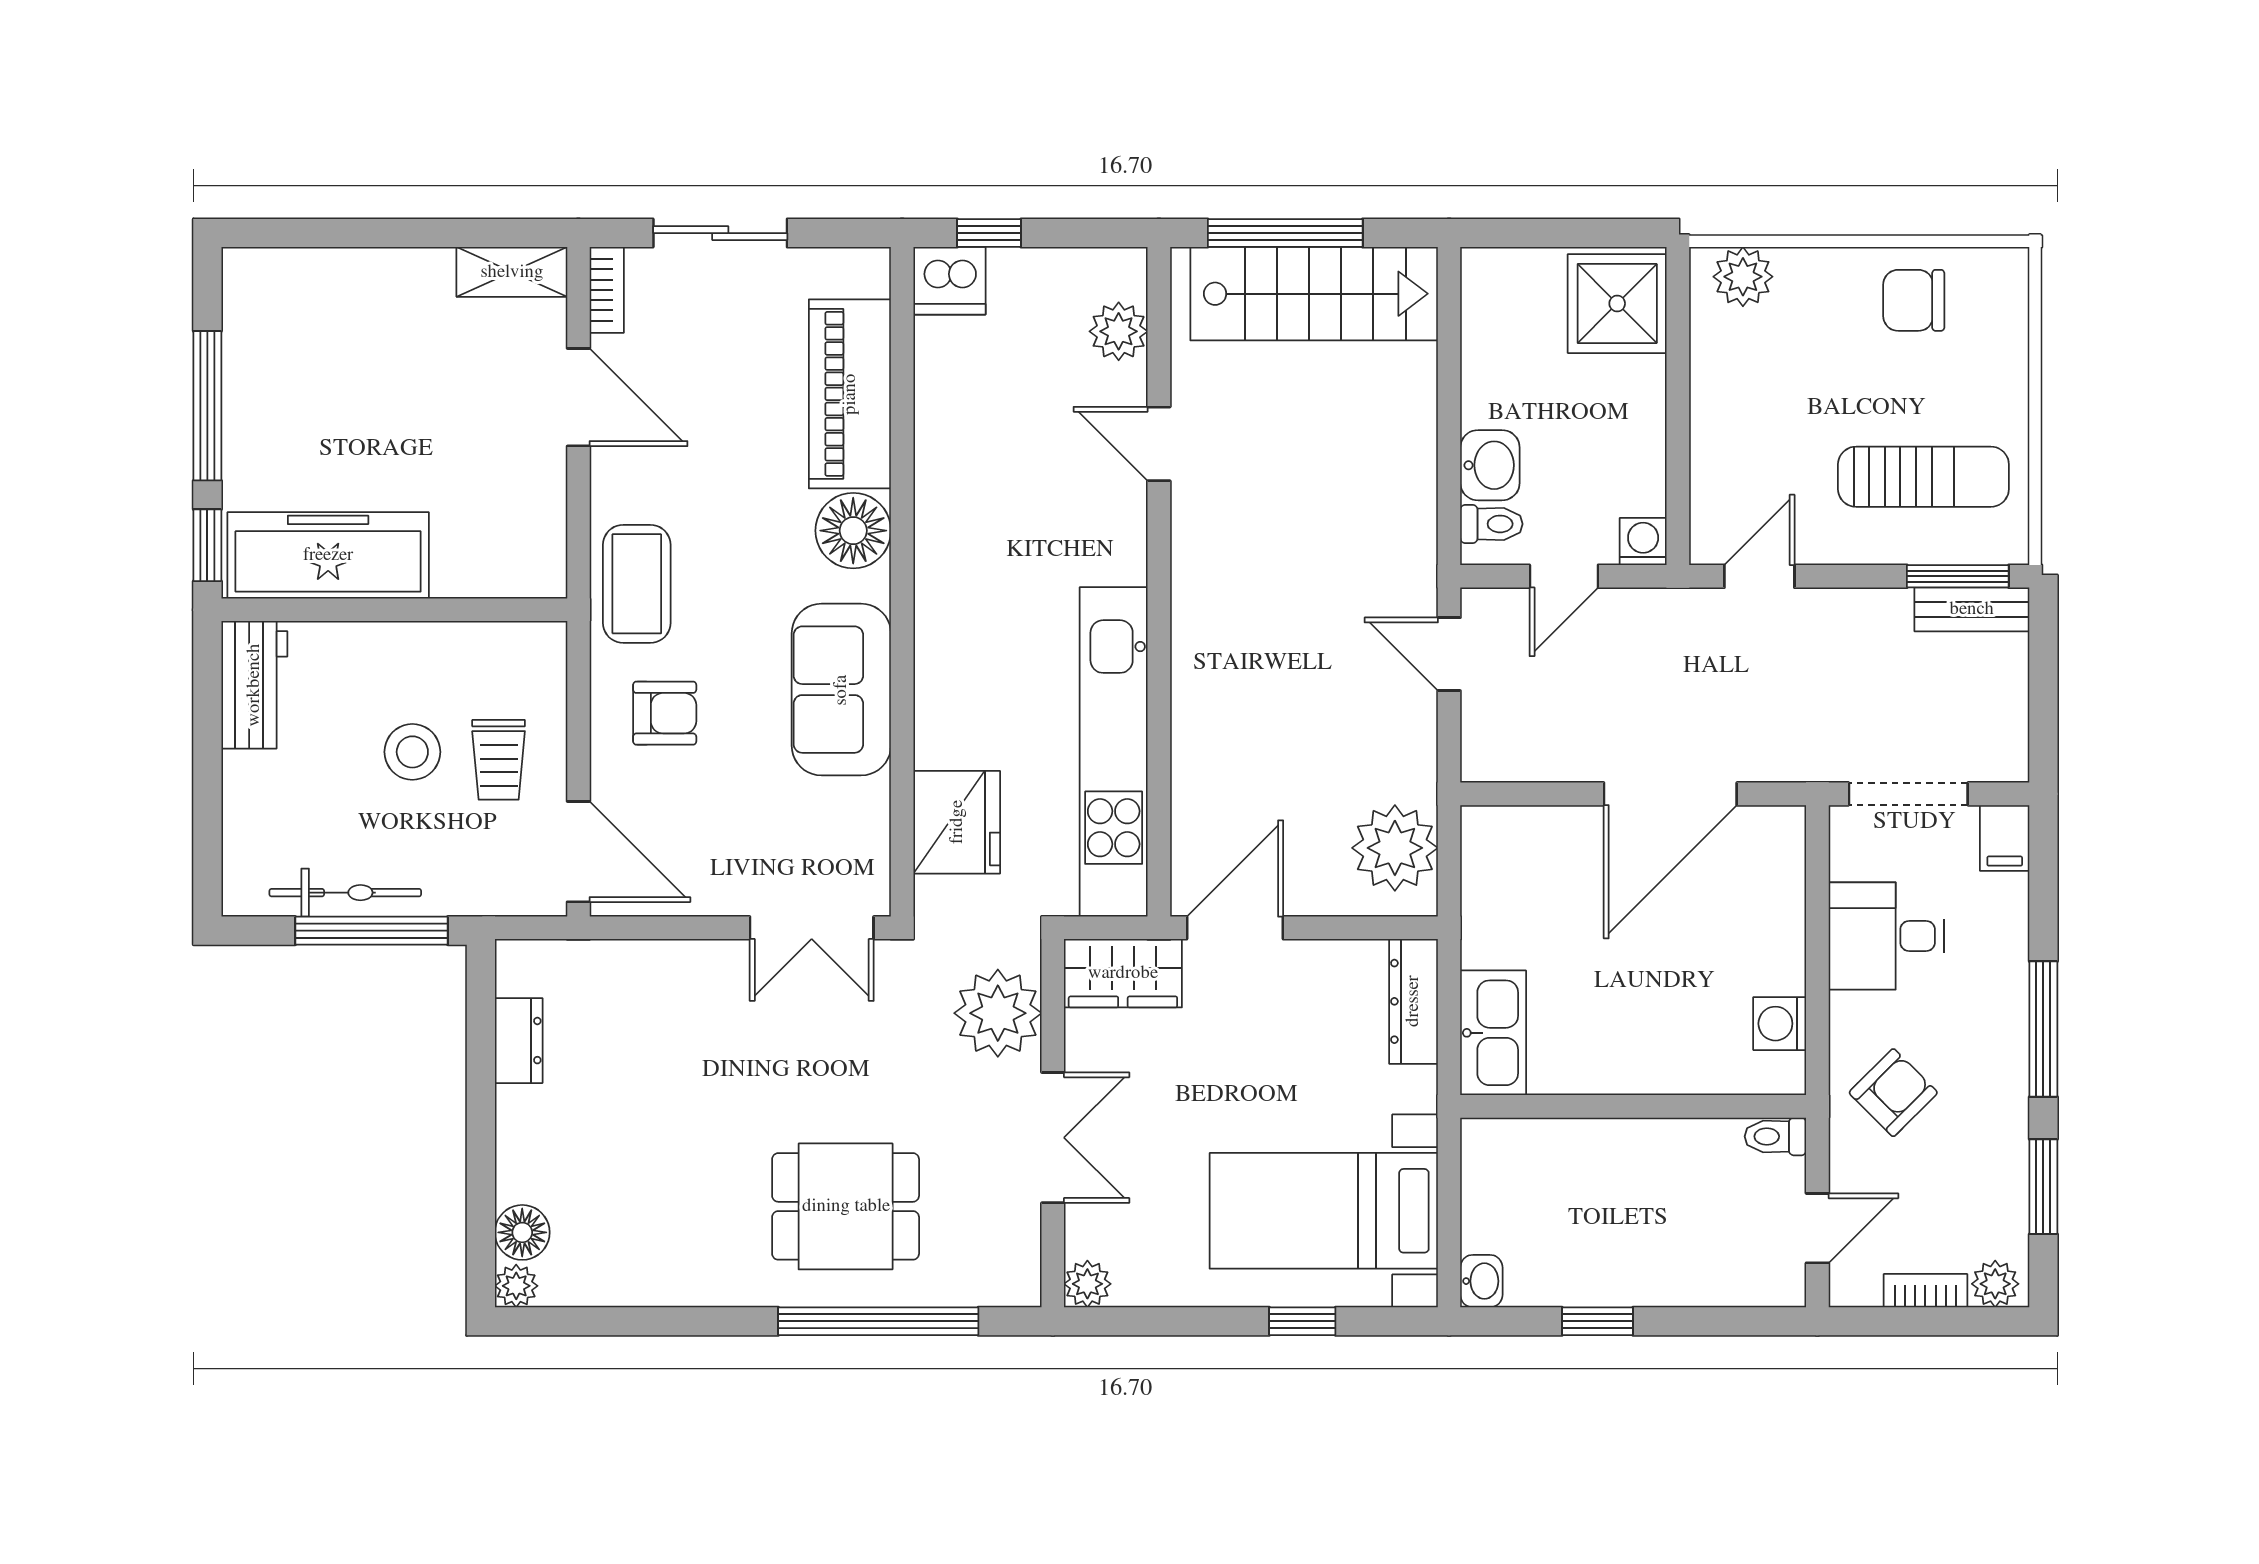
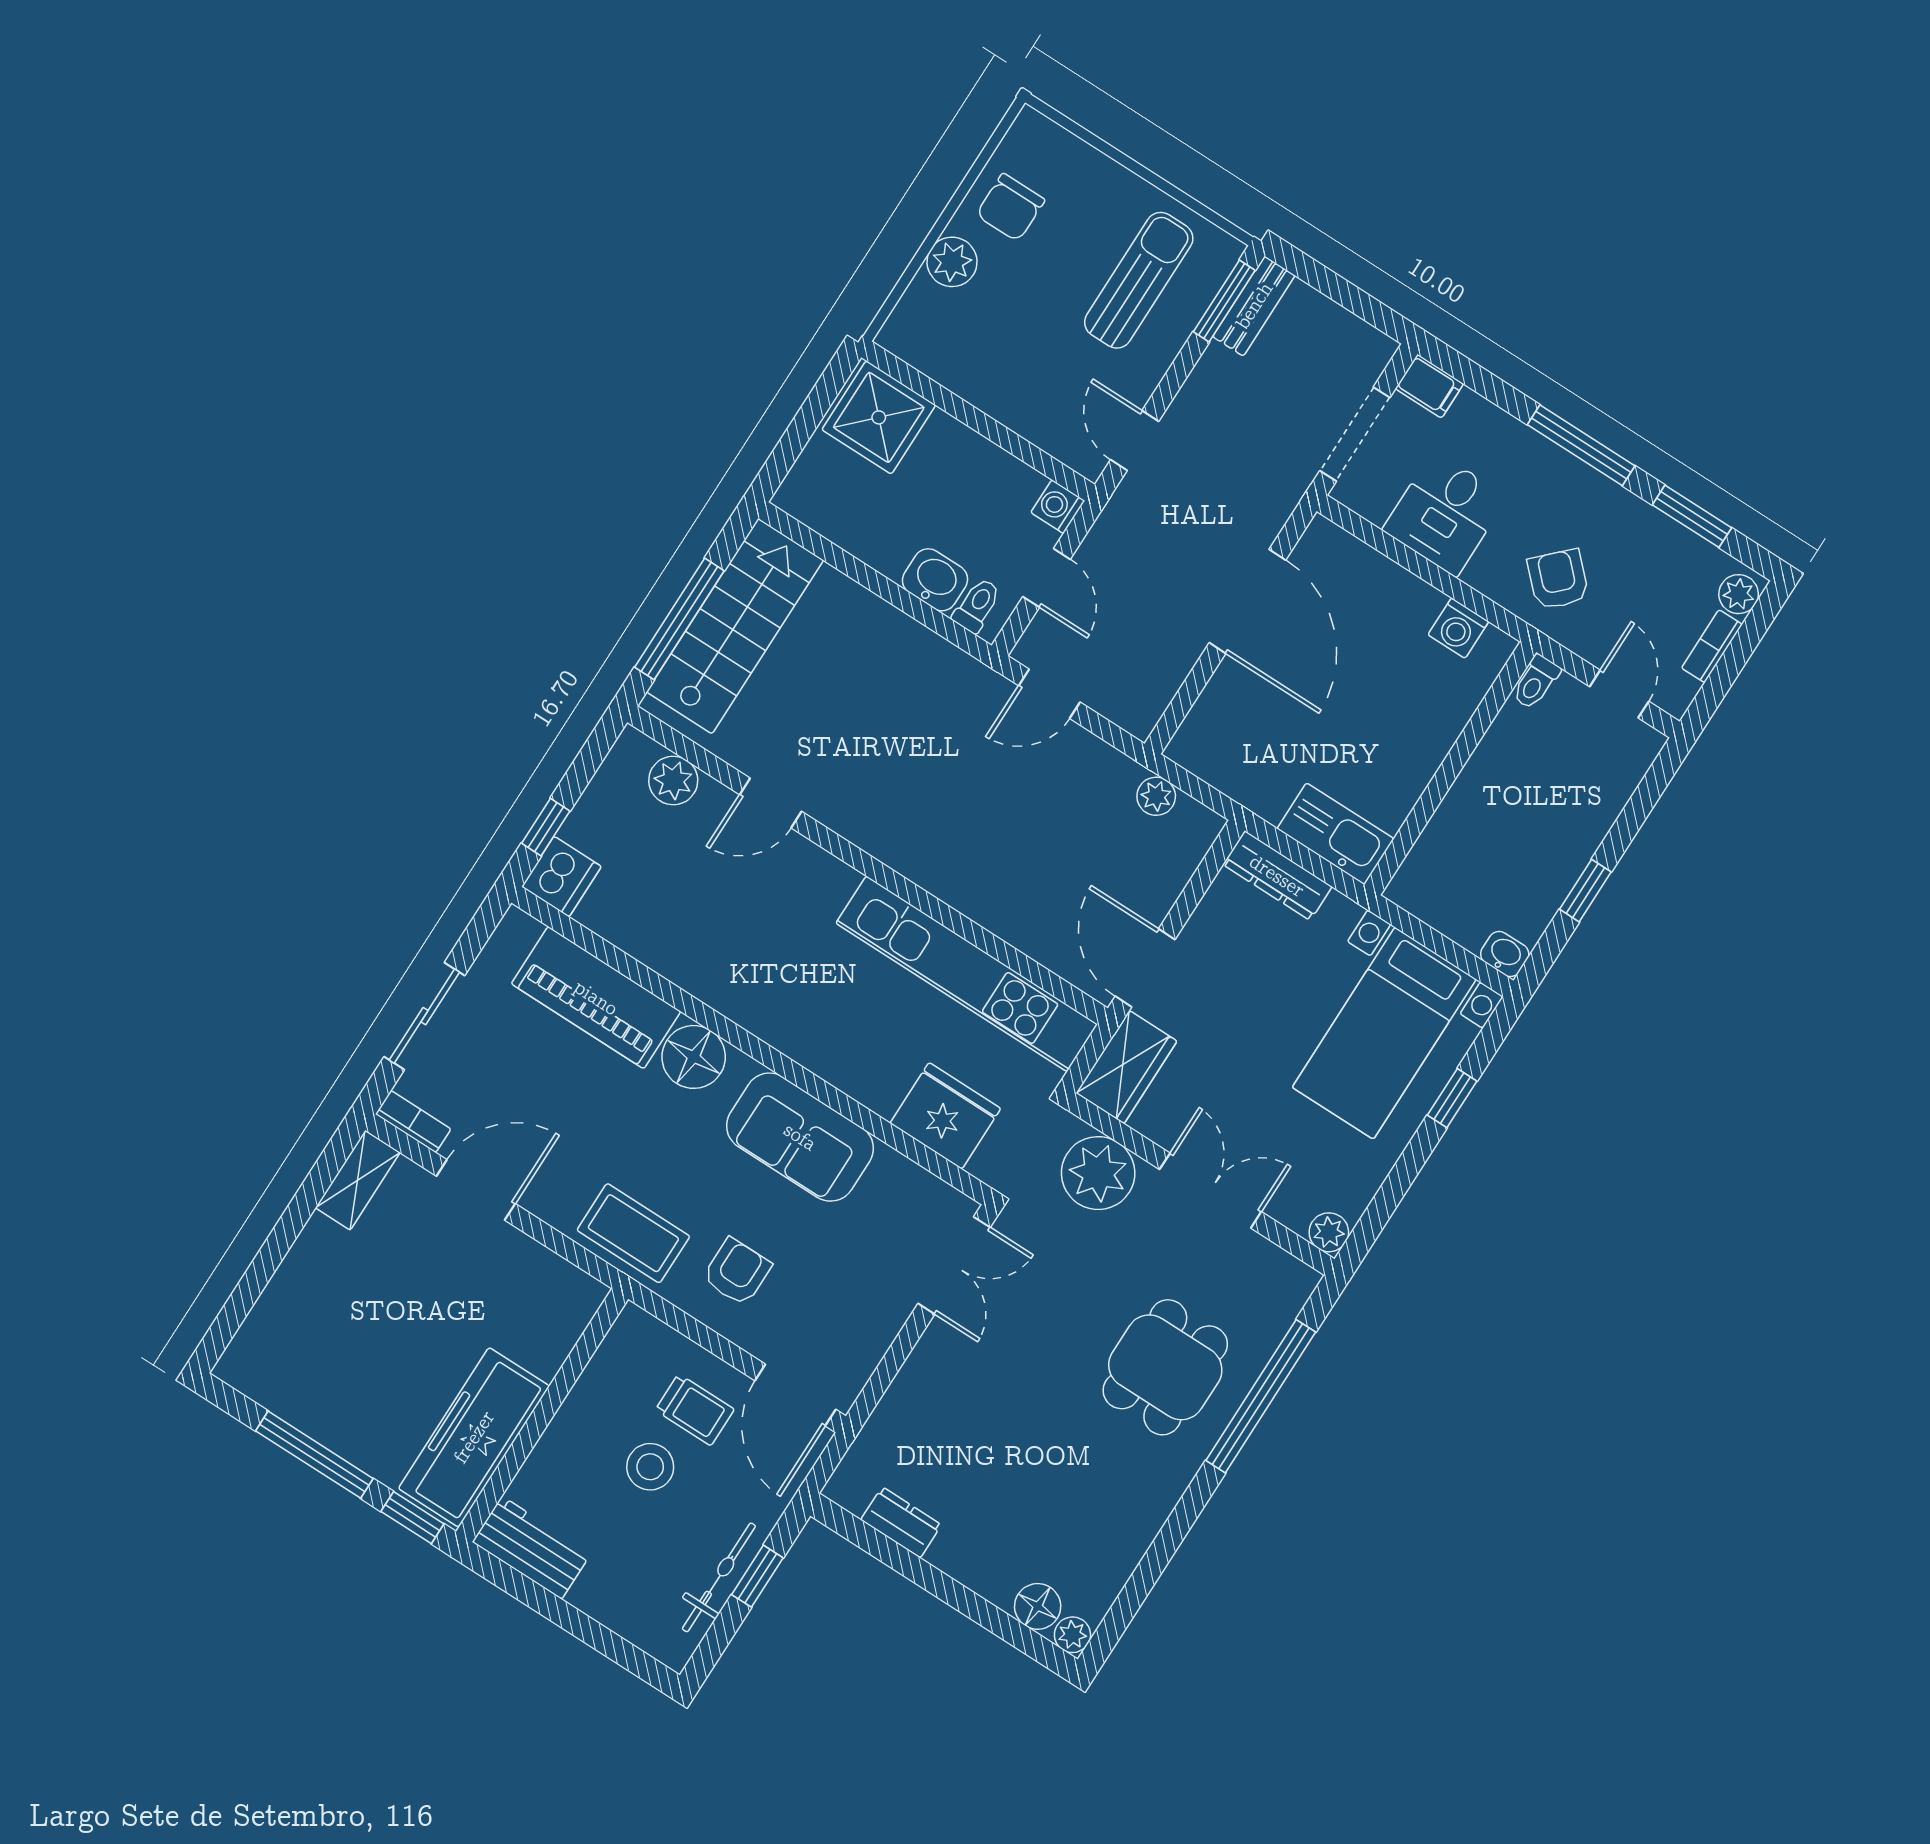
plant: (1743, 277) -> (952, 262), moved
plant: (1395, 848) -> (1156, 796), width x0.53, depth x0.53
door: (578, 852) -> (795, 1395), swing flipped
window: (371, 931) -> (757, 1576), width x0.46

